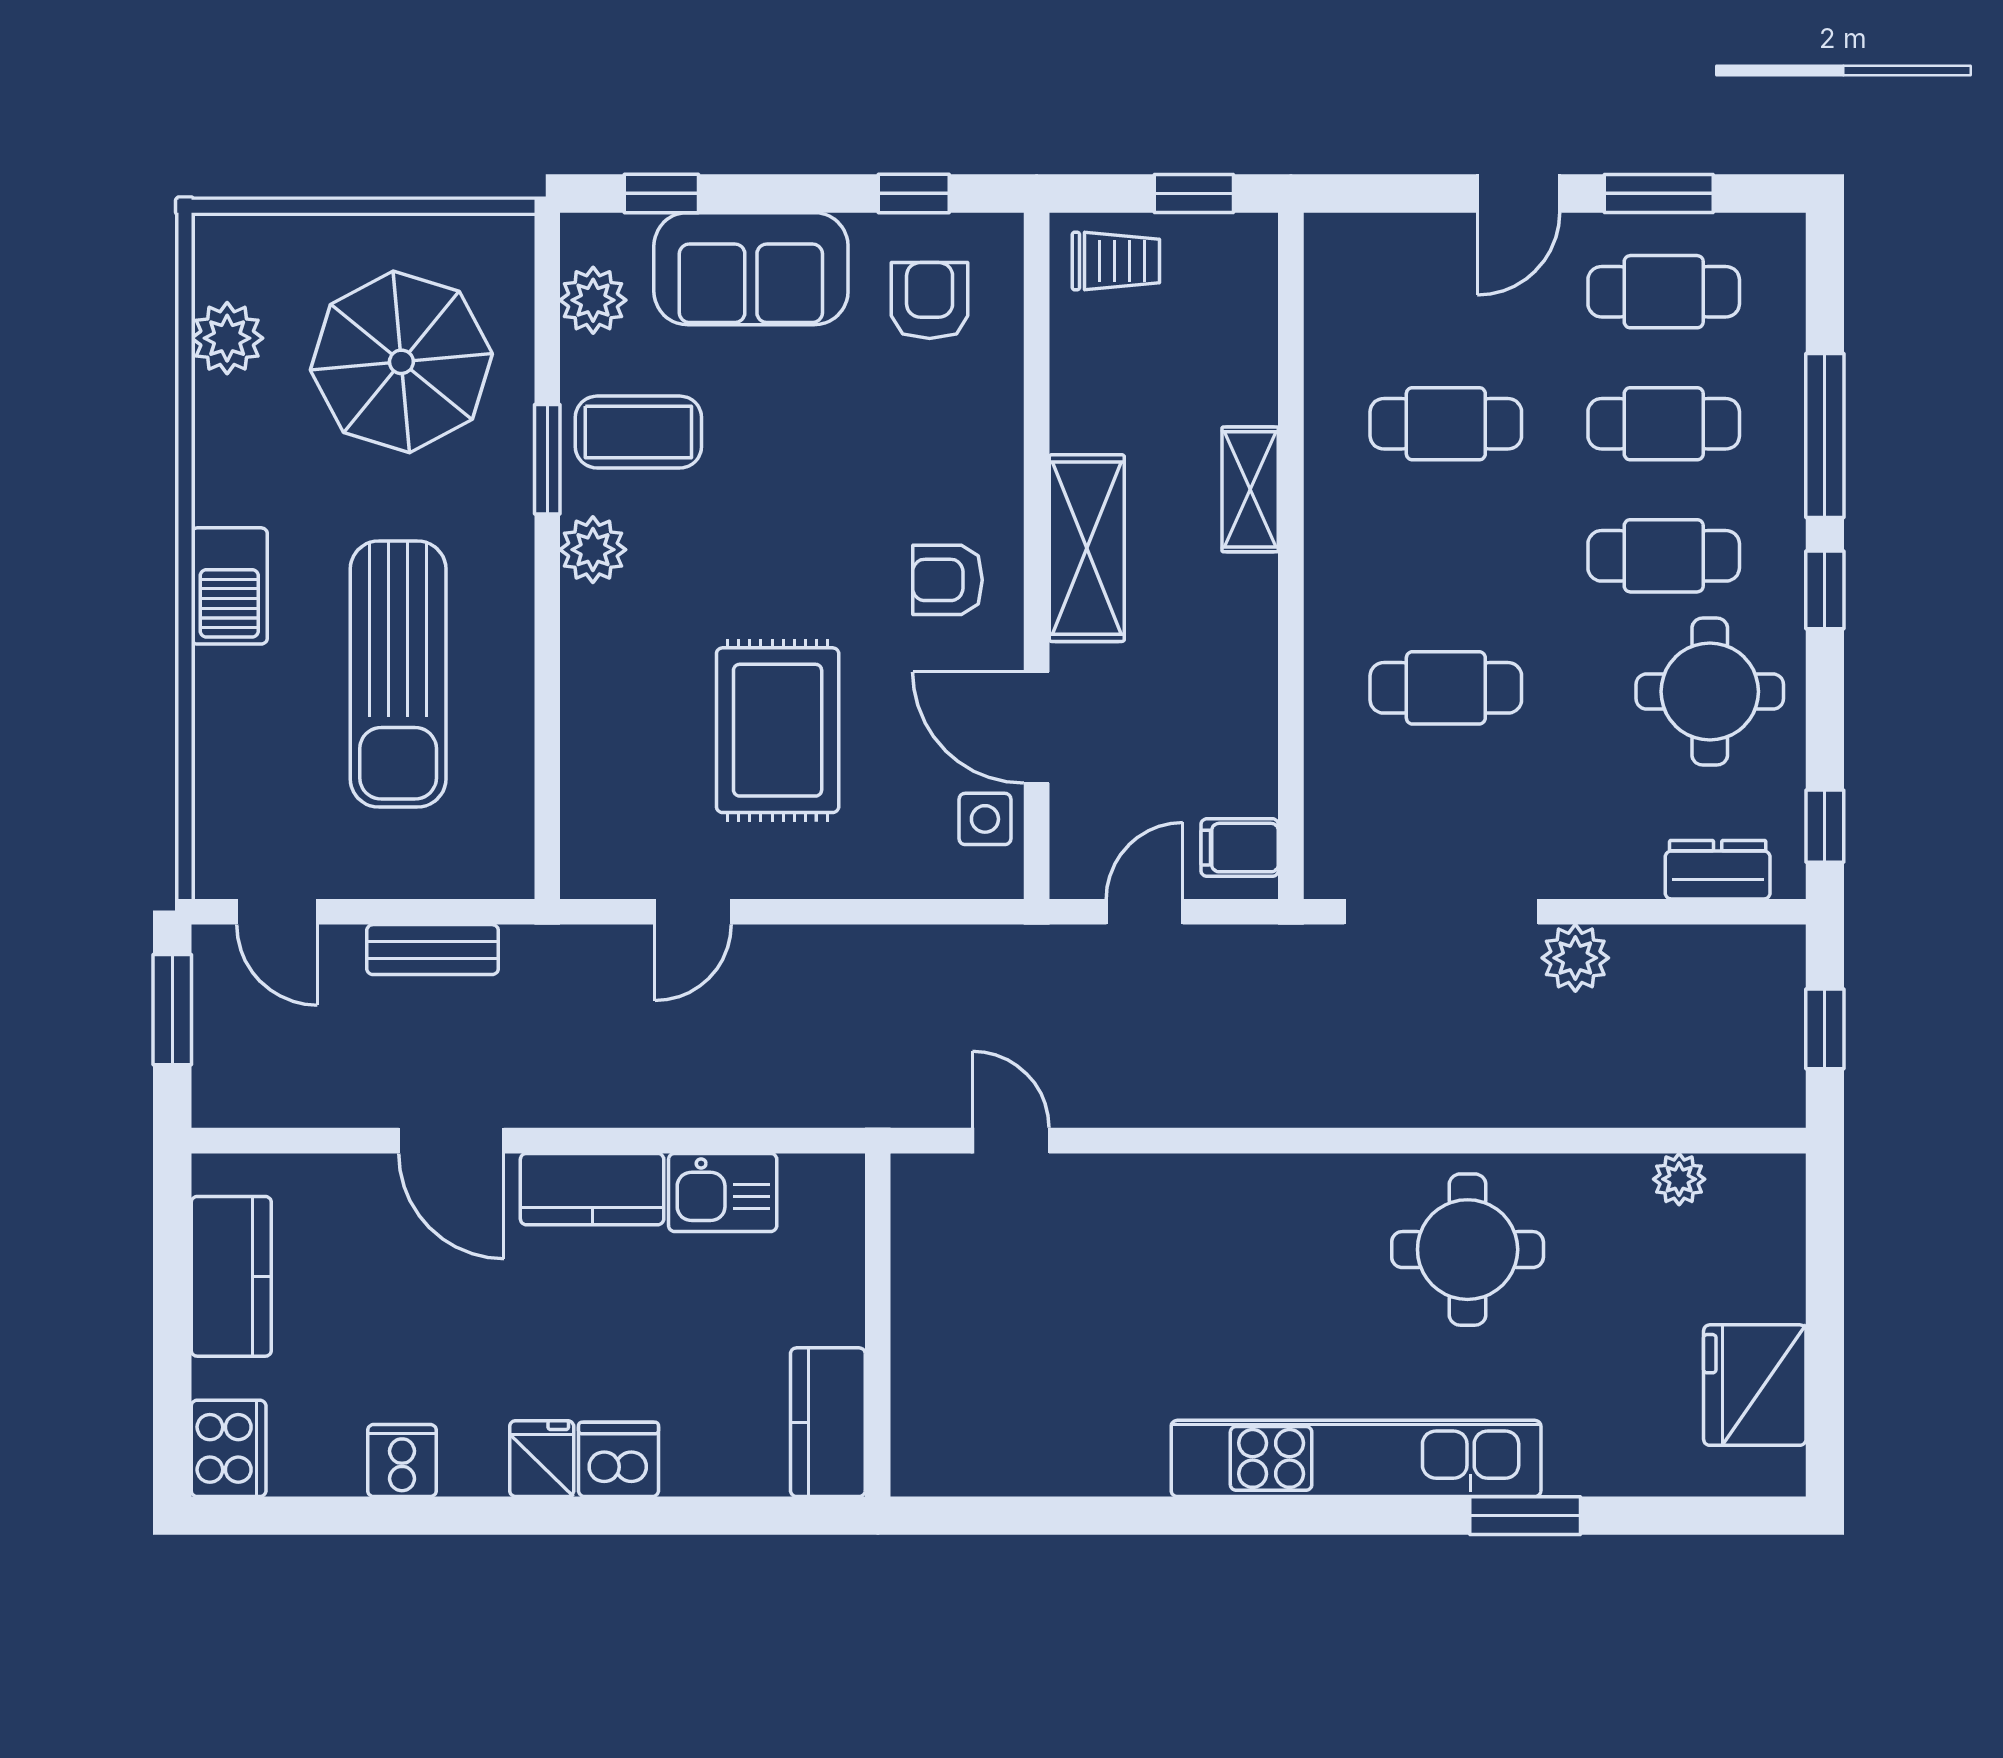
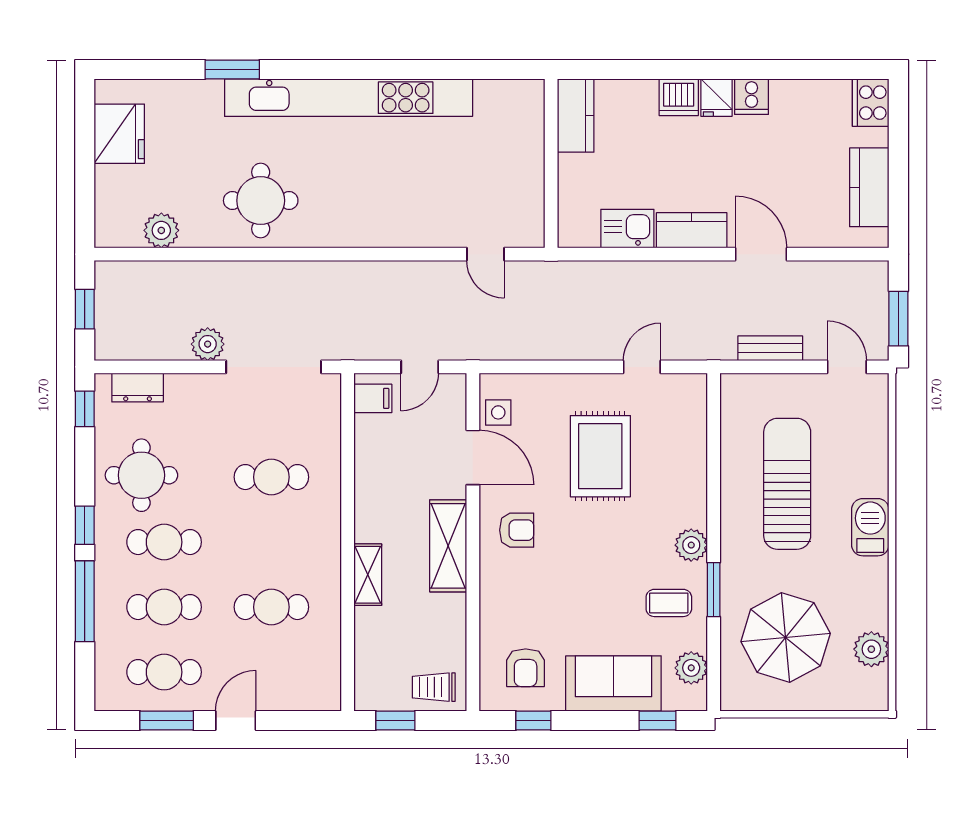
coffee table: (638, 432) -> (669, 603), width x0.73, depth x0.77
plant: (1679, 1179) -> (161, 230), width x1.38, depth x1.38
kitchen unit: (1356, 1458) -> (349, 98), width x1.36
cooker: (402, 1460) -> (751, 97), moved

